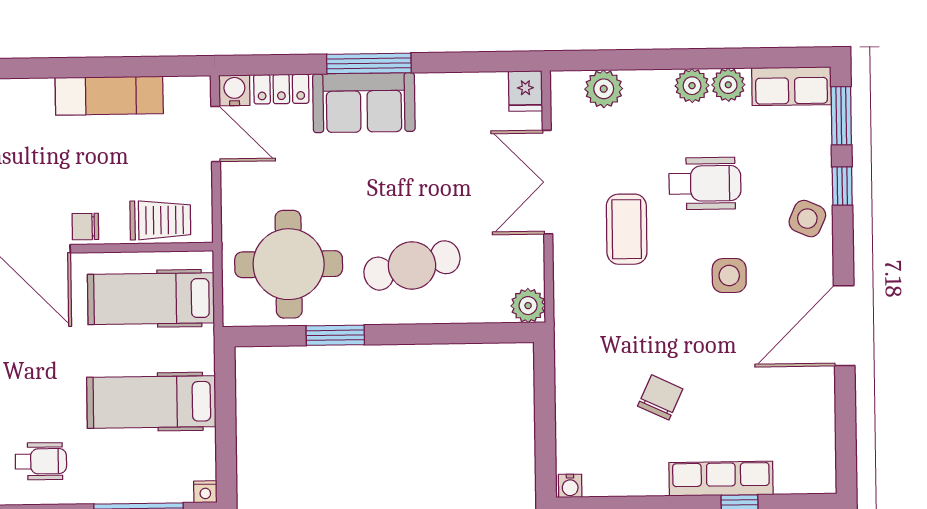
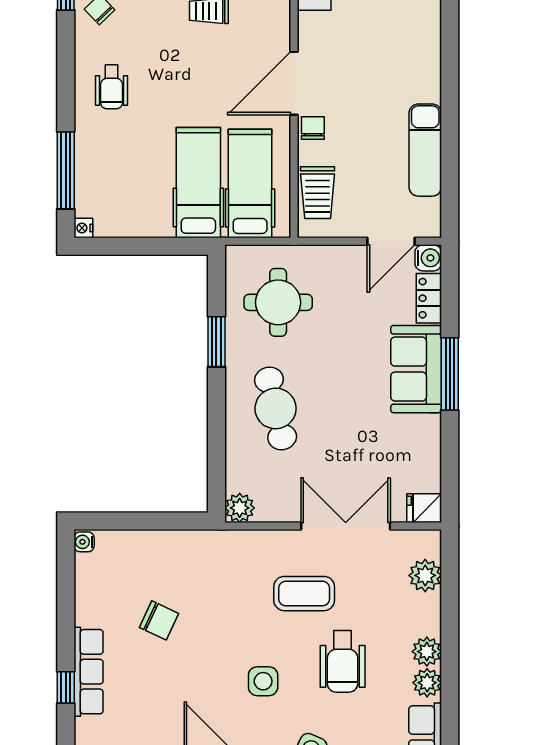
round table: (289, 264) -> (278, 302), width x0.73, depth x0.73
hospital bed: (151, 402) -> (198, 183), moved

